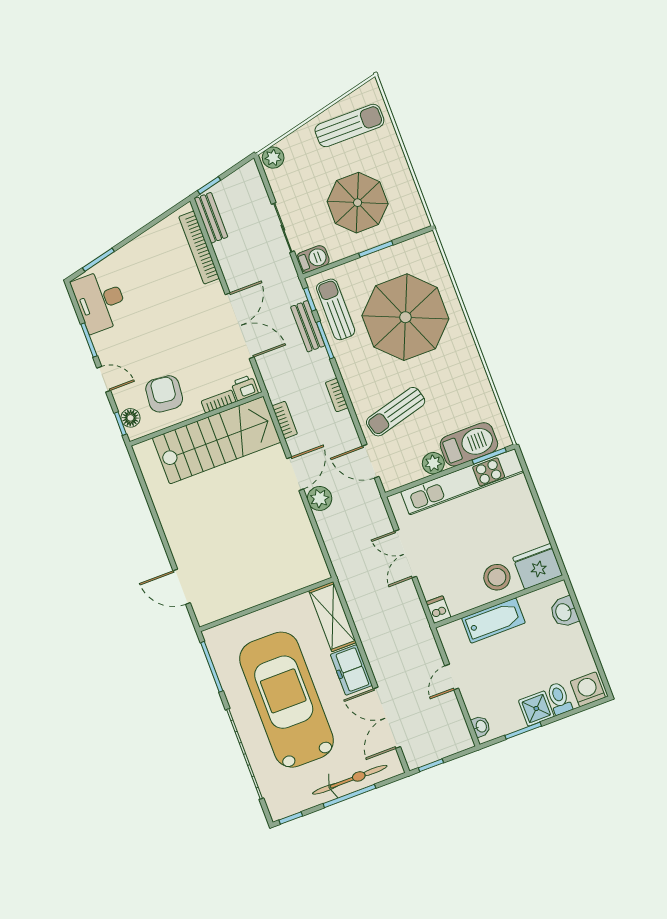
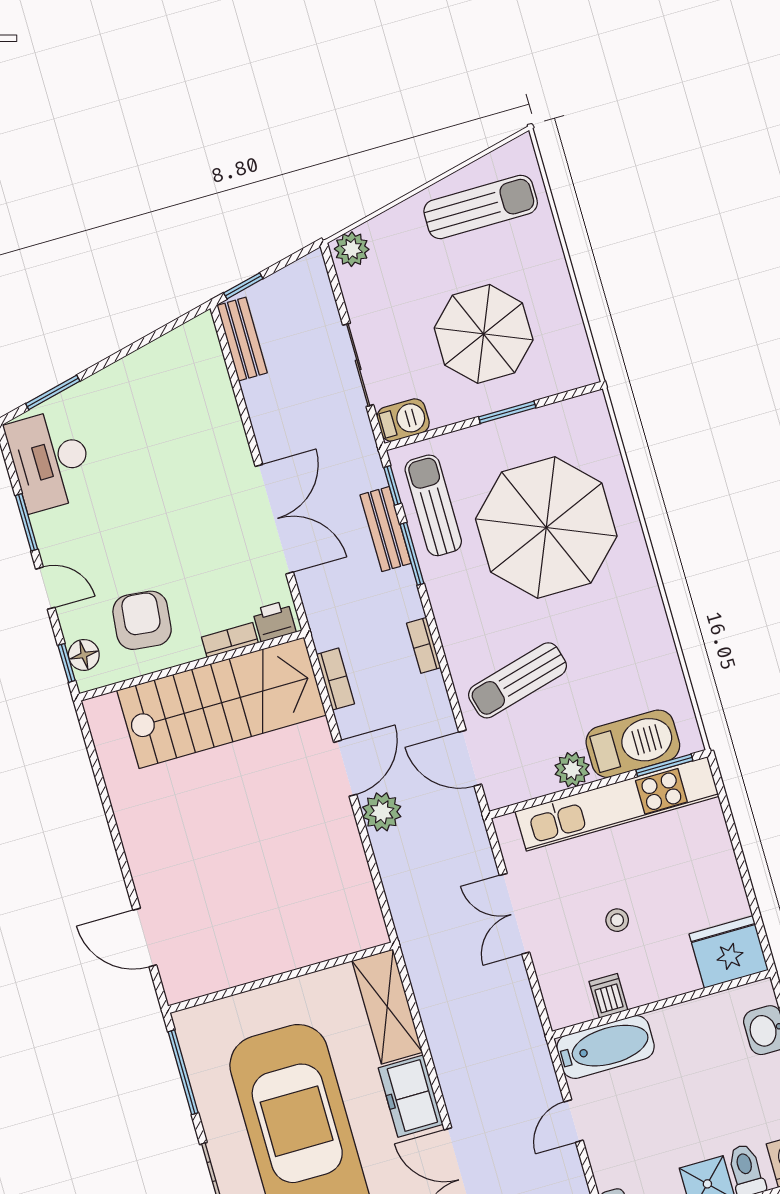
bookcase: (199, 248) -> (219, 386), removed
stool: (497, 577) -> (617, 920), moved, width x0.53, depth x0.53
dishwasher: (438, 610) -> (608, 996), moved
bathtub: (493, 621) -> (605, 1047), moved

